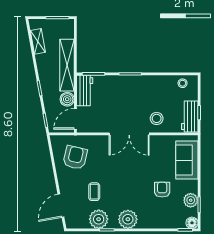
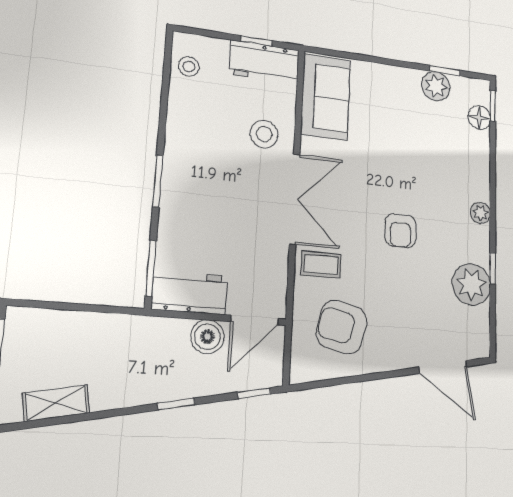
shelving: (67, 65) -> (124, 332), removed
door: (75, 119) -> (255, 320), hinge flipped
sofa: (187, 160) -> (326, 97), moved, turned -90
armchair: (162, 190) -> (401, 231), moved, turned -90
coffee table: (94, 192) -> (321, 264), moved
plant: (128, 219) -> (480, 213), width x0.53, depth x0.53
floor lamp: (192, 223) -> (479, 117), moved

